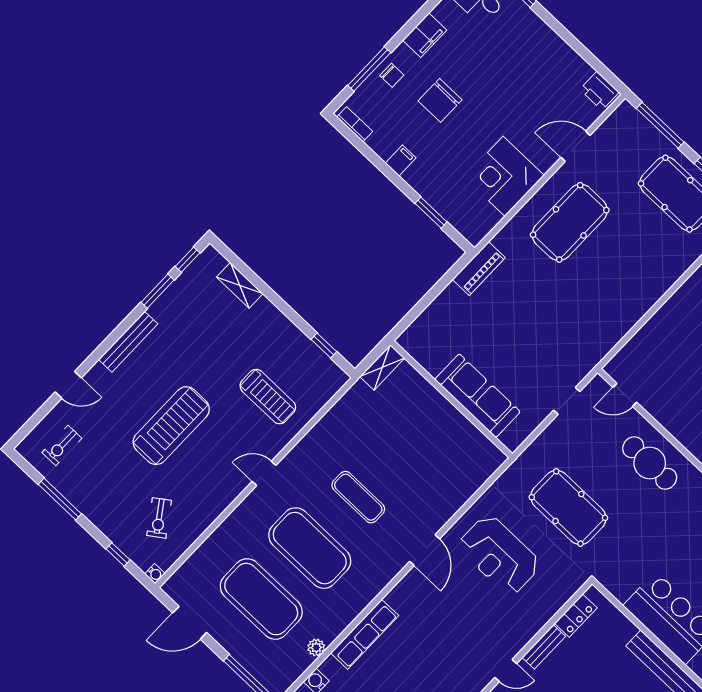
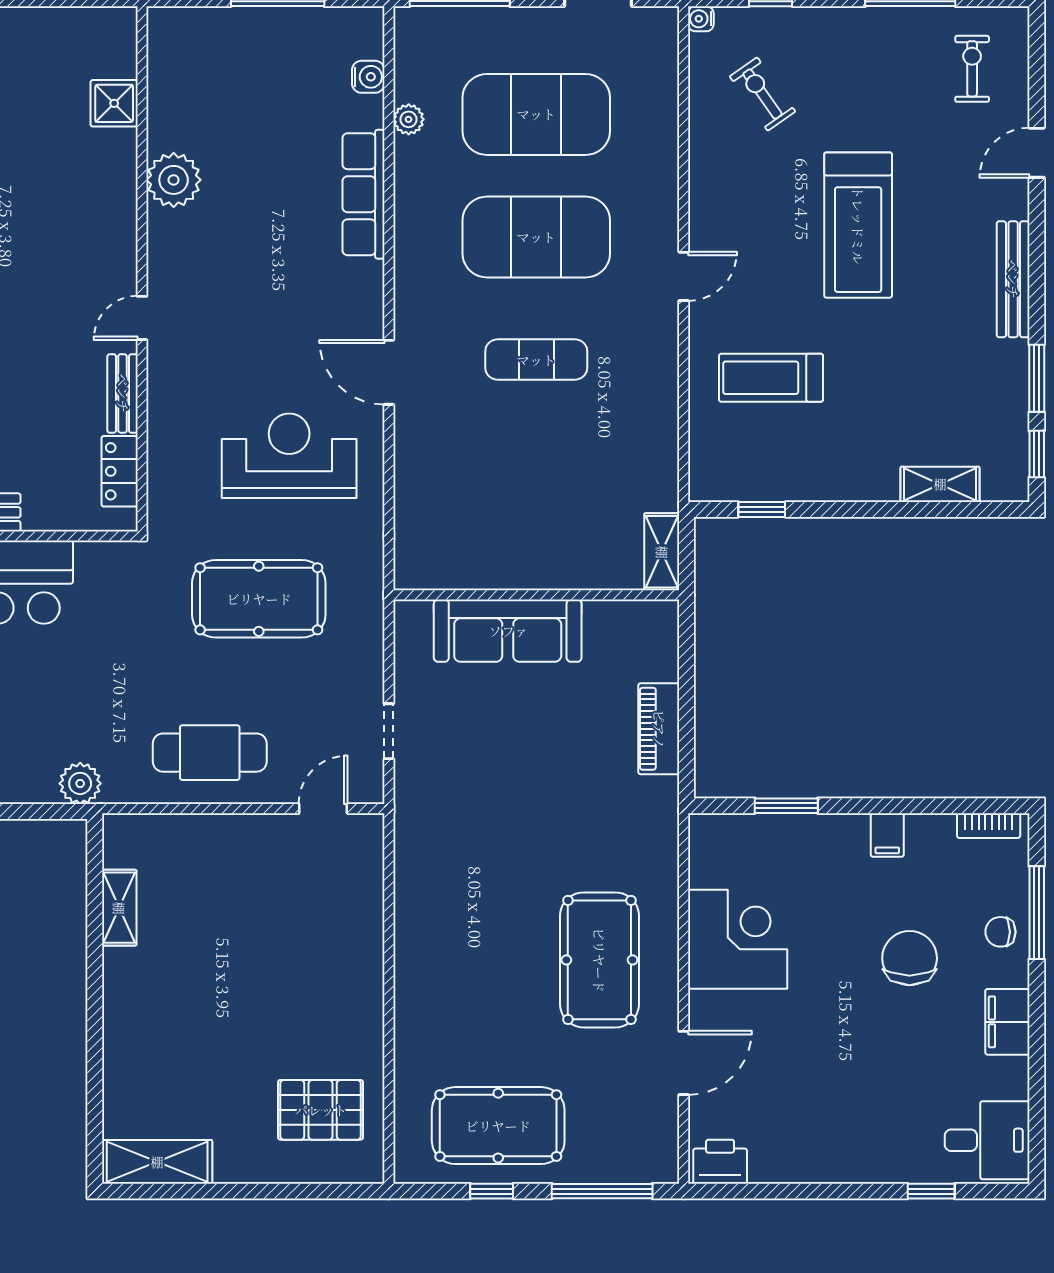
piano: (479, 268) -> (659, 729), moved

